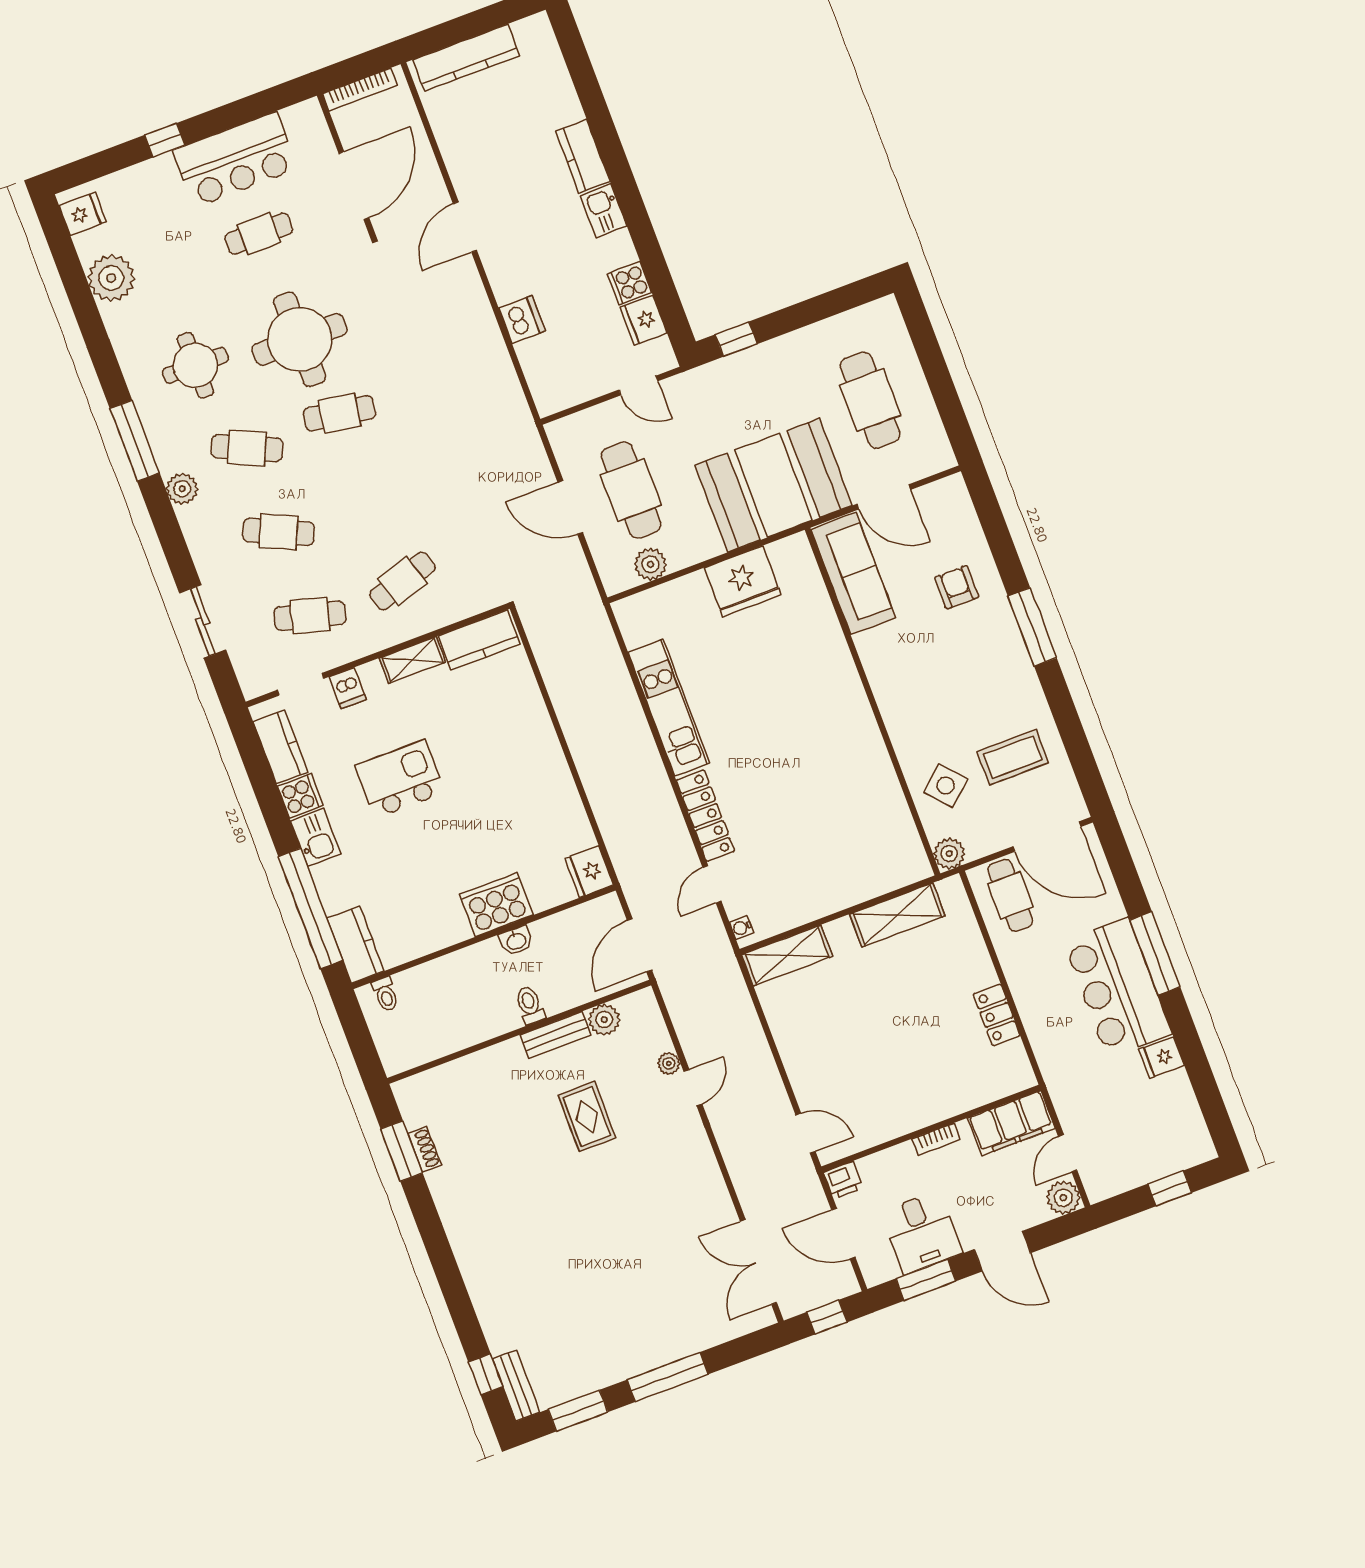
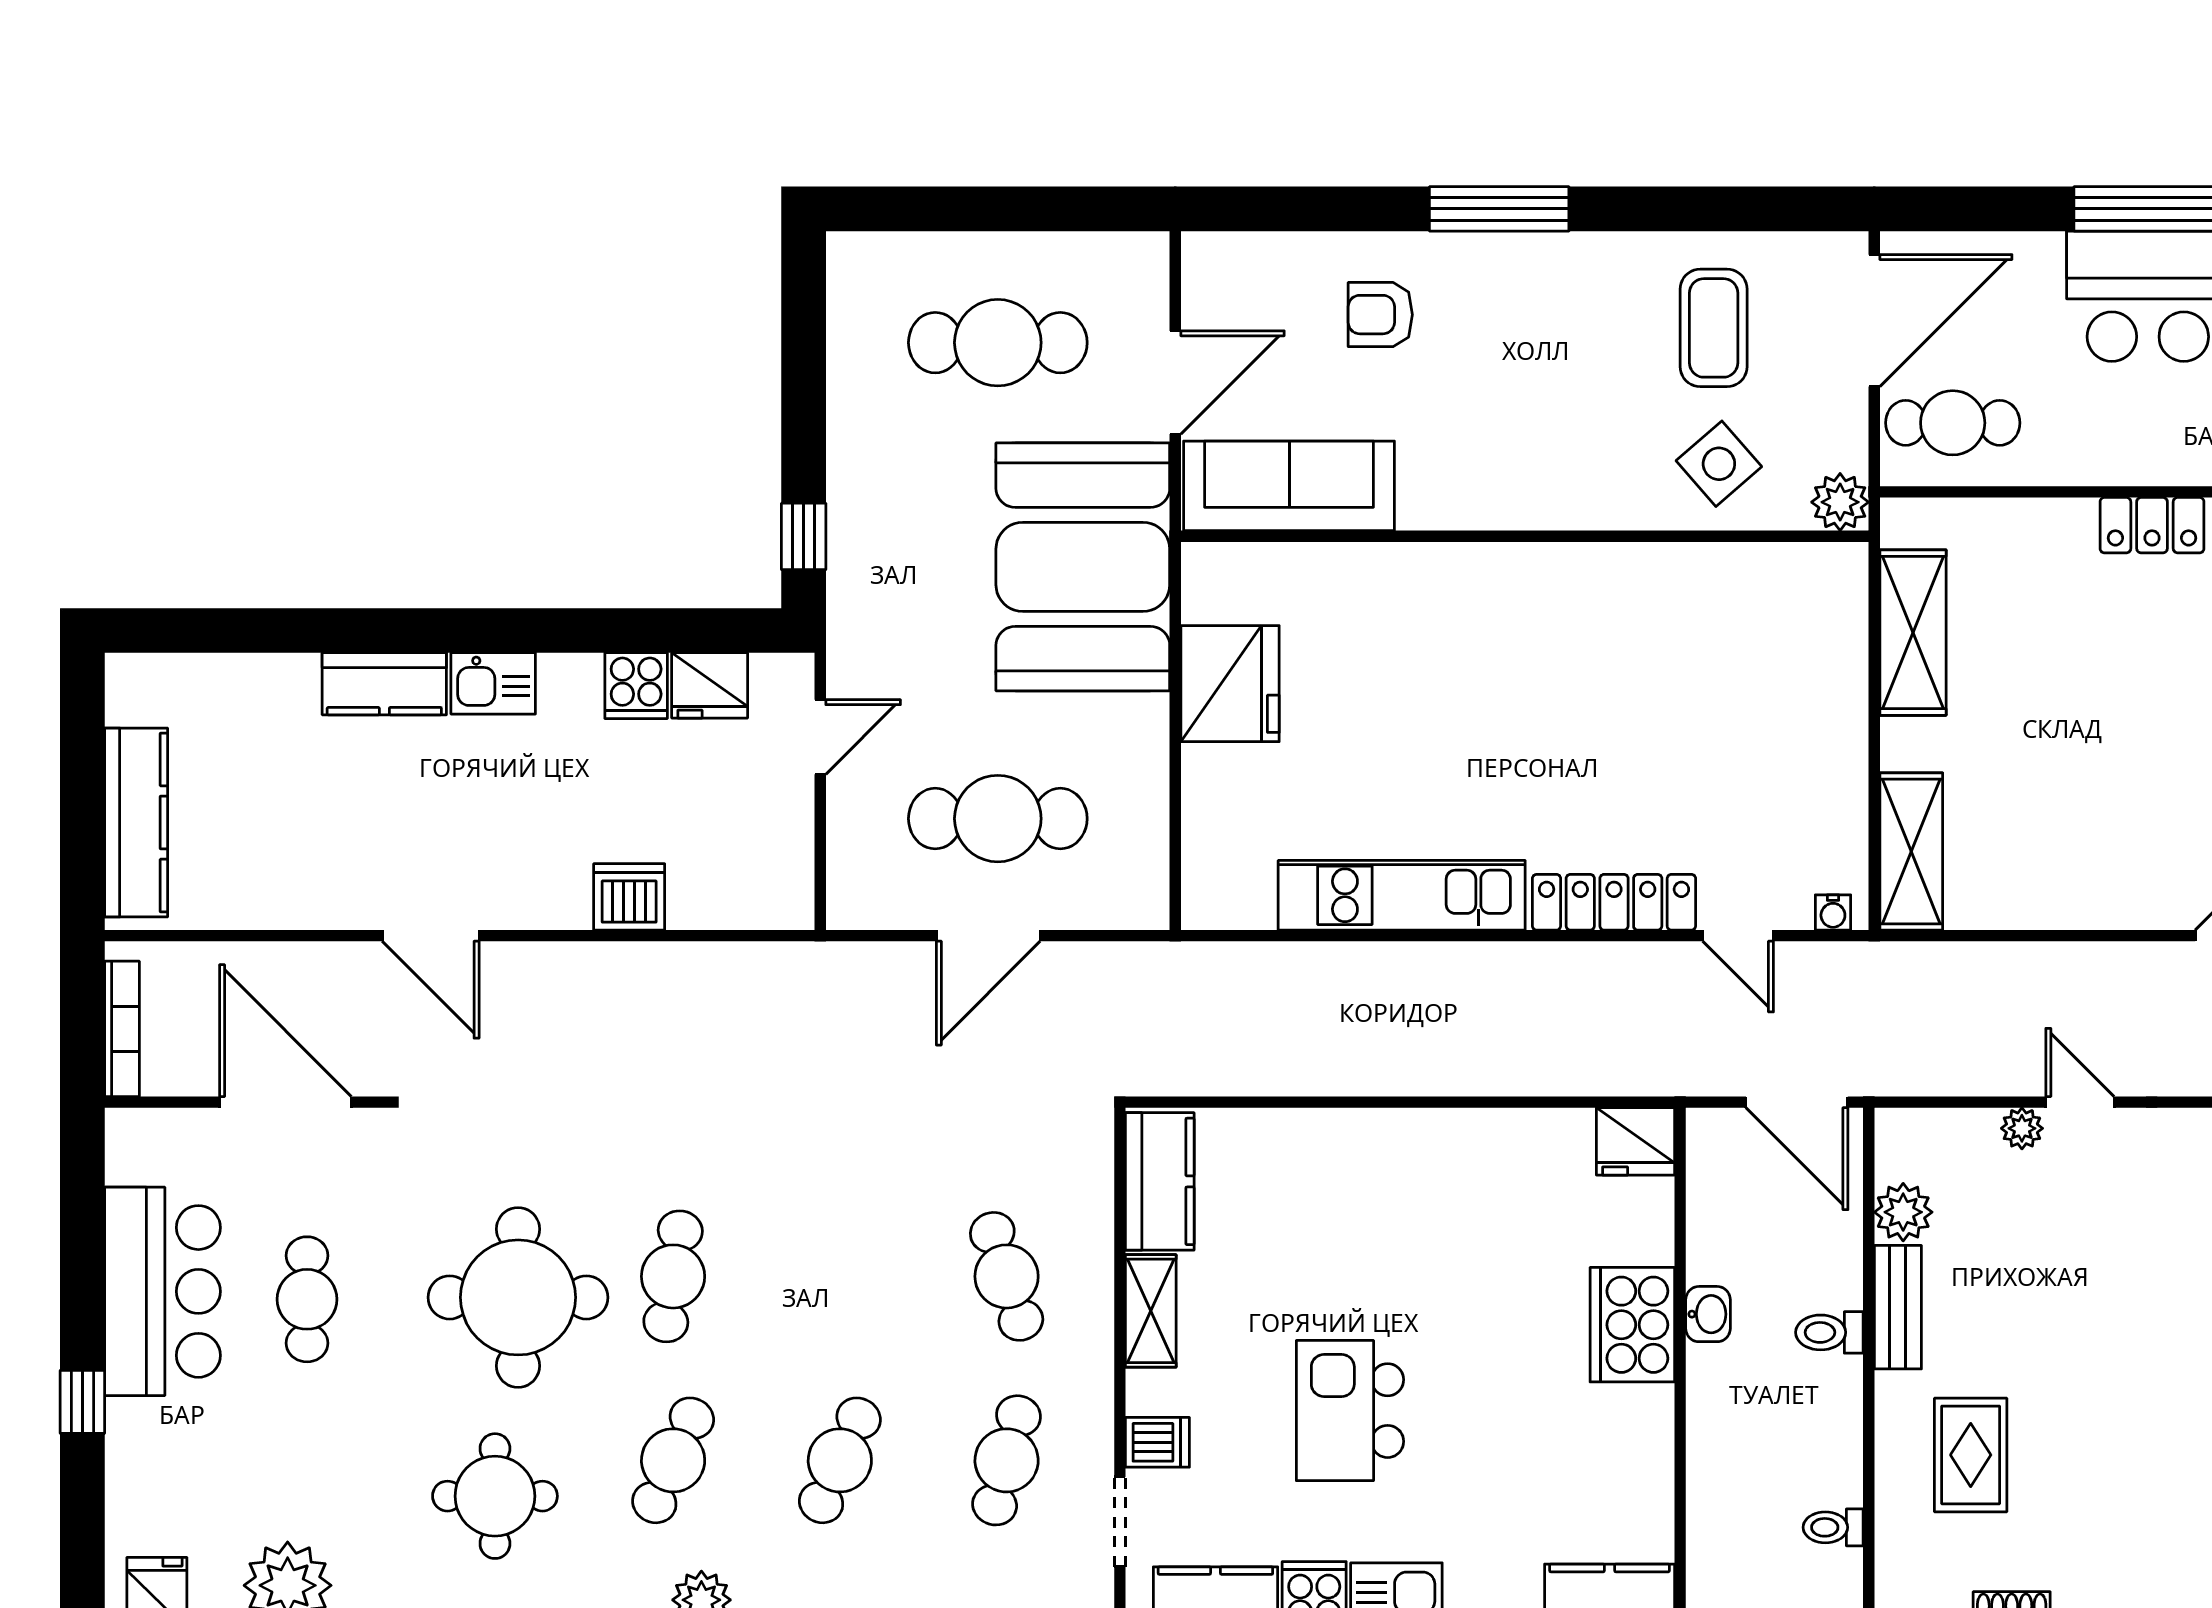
plant: (650, 564) -> (1140, 833), removed
toilet: (385, 994) -> (1833, 1527), moved, turned 180
rug: (587, 1117) -> (1971, 1455), moved, turned 90

